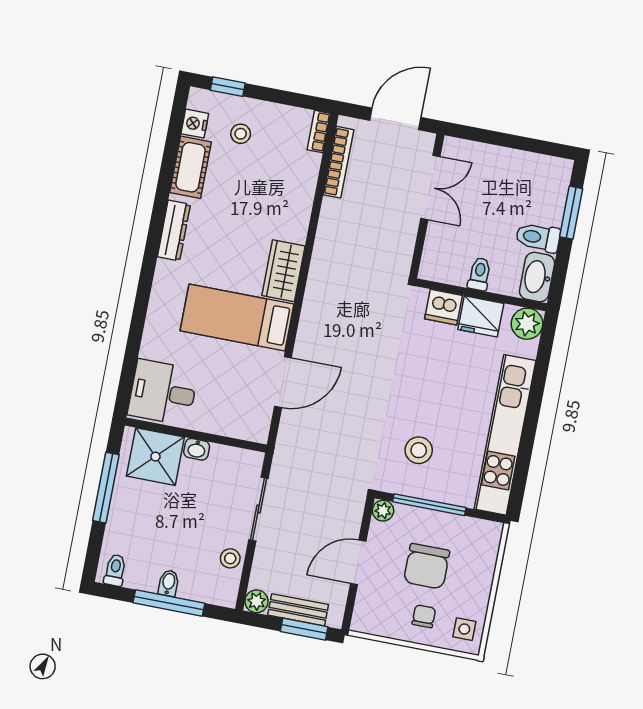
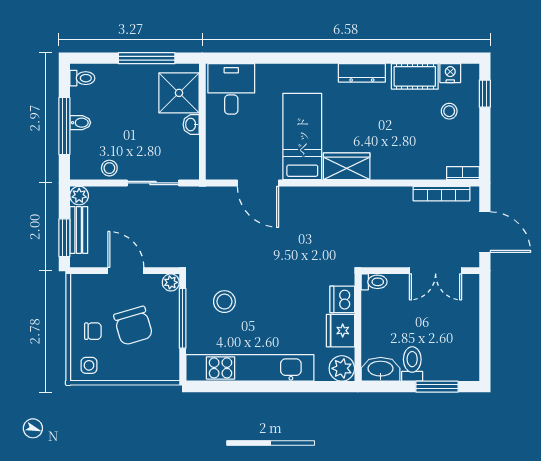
toilet: (479, 274) -> (374, 282), moved
chair: (427, 566) -> (133, 326), turned -106

